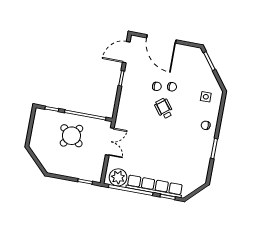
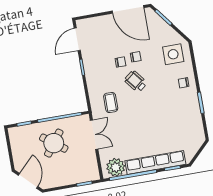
door: (161, 39) -> (128, 9), moved
side table: (206, 97) -> (173, 54), width x1.87, depth x1.87
coffee table: (135, 119) -> (111, 103), added
door: (36, 161) -> (28, 181), added

